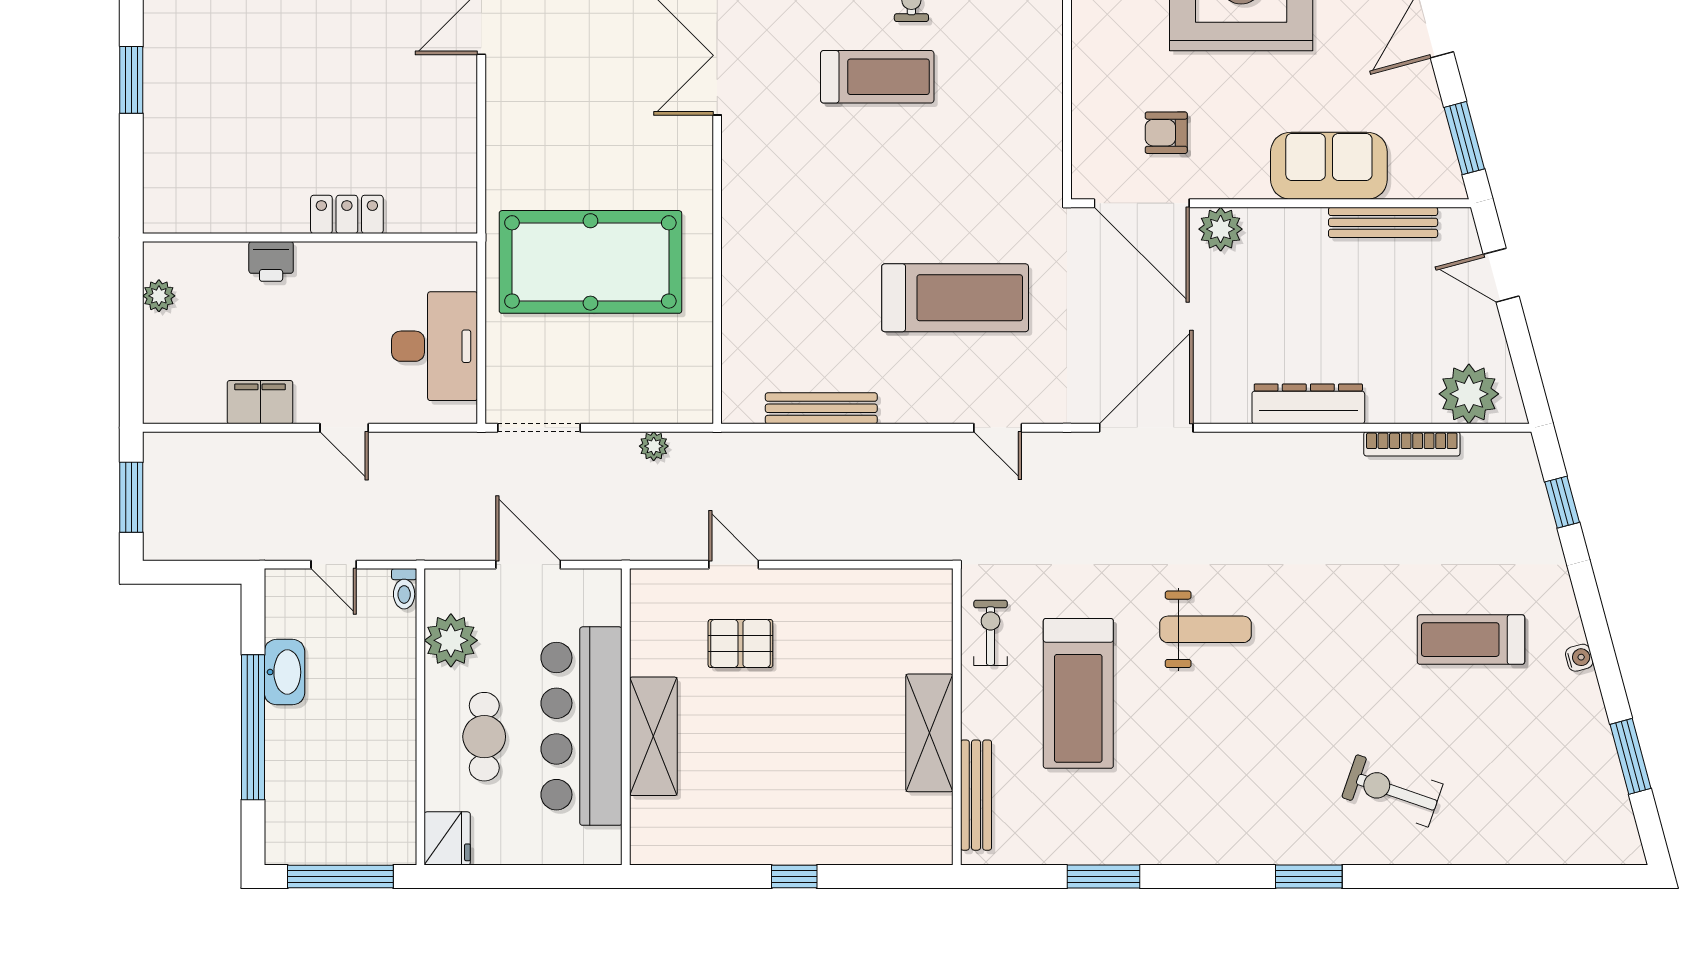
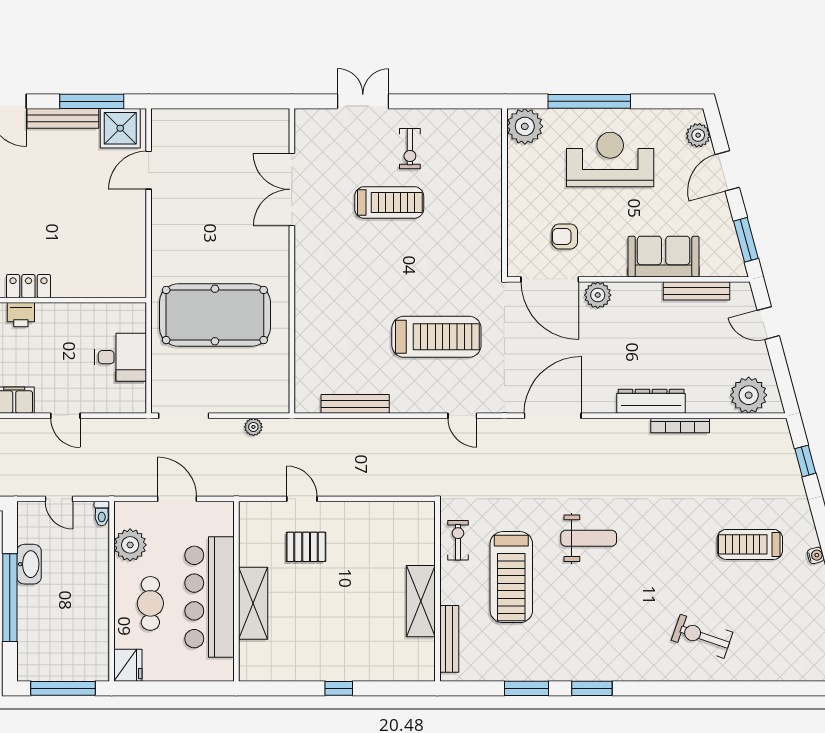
locker: (347, 214) -> (28, 286), moved
desk: (435, 346) -> (120, 357), width x0.73
bookcase: (1412, 444) -> (680, 425), moved
window: (1309, 877) -> (592, 688), moved

